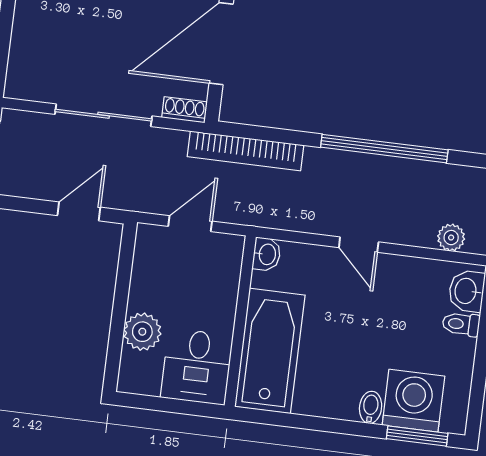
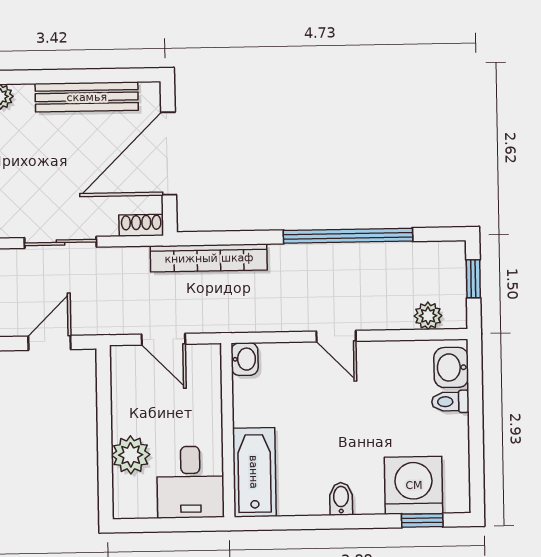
sliding door: (104, 115) -> (61, 242), width x0.73
door: (190, 224) -> (163, 339), swing flipped
bathtub: (270, 351) -> (254, 472), width x0.73, depth x0.73
bidet: (371, 407) -> (341, 499), moved
window: (417, 436) -> (422, 520), width x0.67

